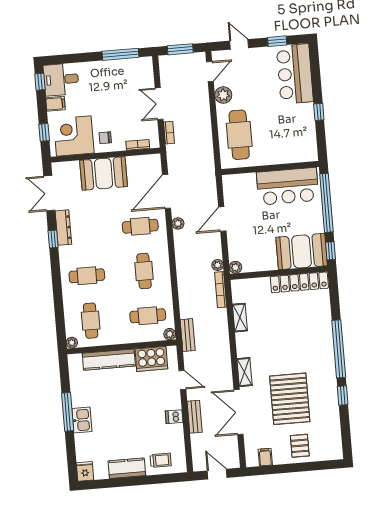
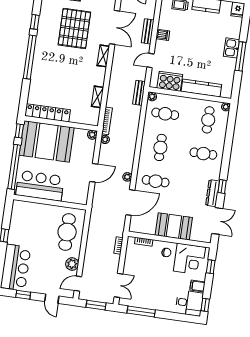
double door: (159, 104) -> (119, 285), moved
booth: (302, 251) -> (47, 141), width x1.36, depth x1.42
door: (182, 380) -> (151, 61), hinge flipped

